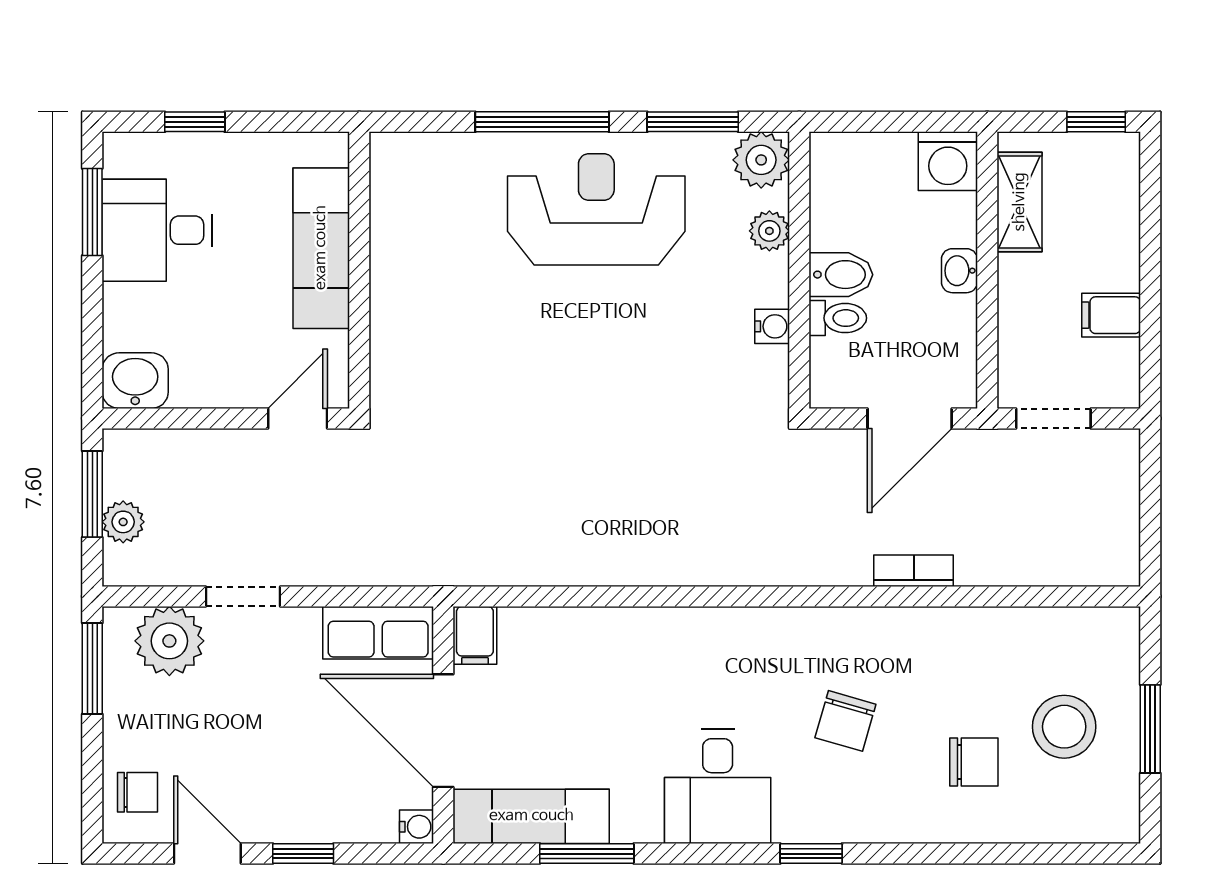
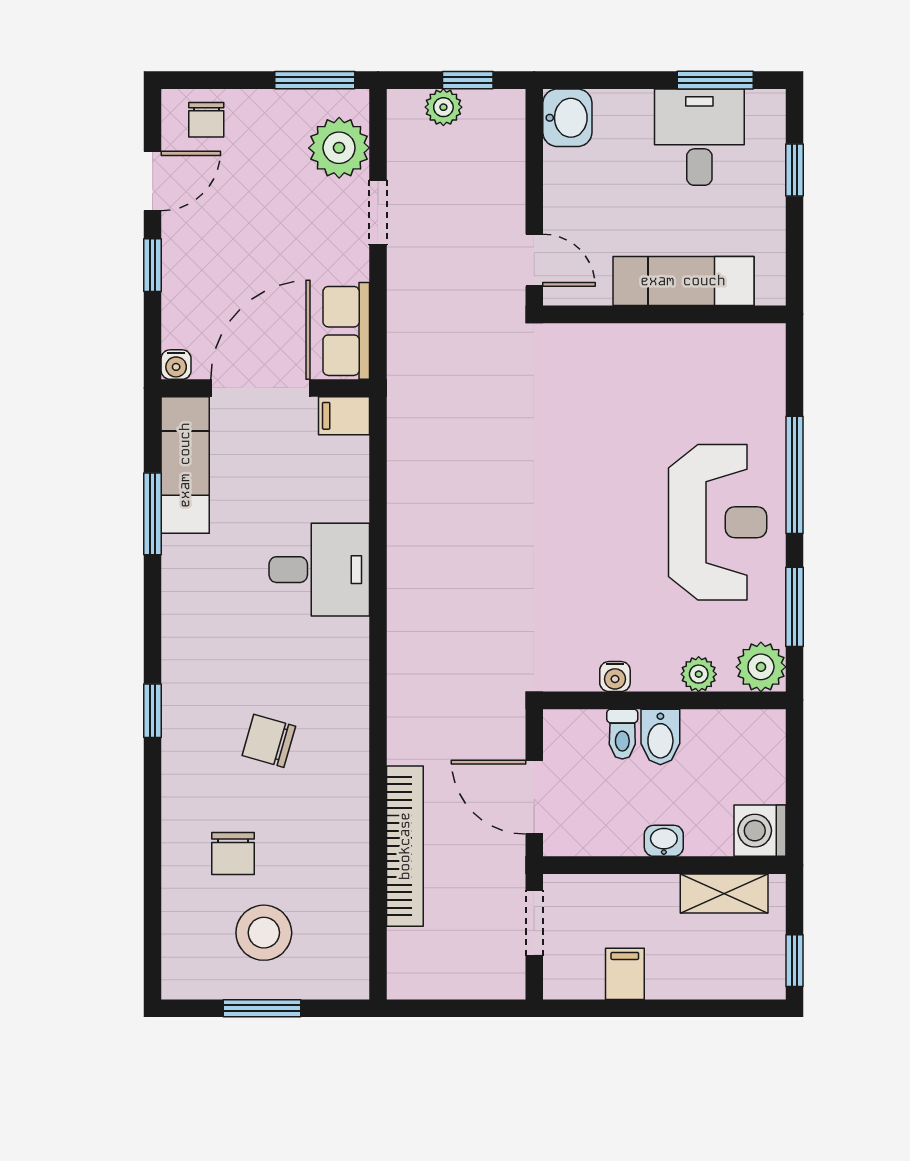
window: (92, 494) -> (468, 80), width x0.67
bookcase: (914, 571) -> (405, 846), width x2.31, depth x1.31
desk: (718, 787) -> (319, 570), moved, turned 180

